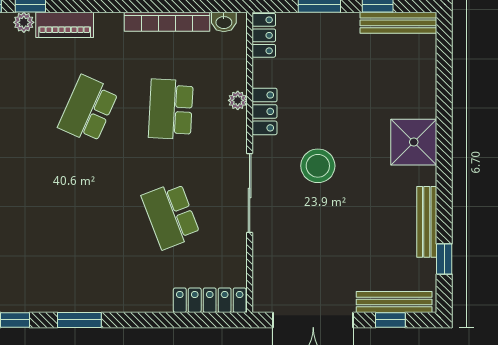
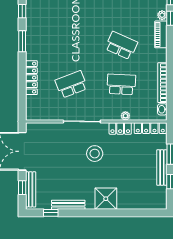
bench: (398, 23) -> (162, 167), moved
locker: (264, 35) -> (150, 128), width x1.53
locker: (210, 300) -> (31, 78), moved

